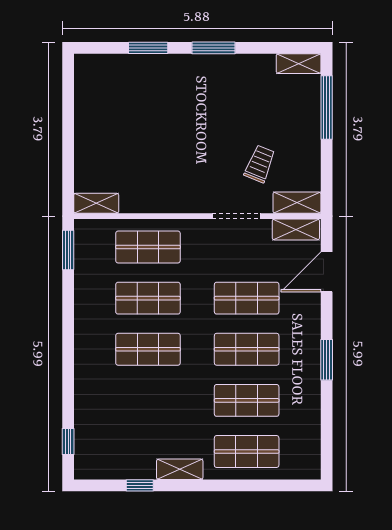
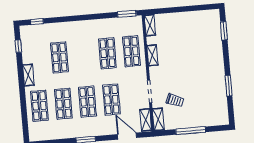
window: (148, 48) -> (224, 31), moved
window: (213, 48) -> (229, 86), moved
shelving: (299, 64) -> (152, 55), moved
window: (327, 107) -> (191, 131), moved
shop shelf: (148, 349) -> (59, 57), moved
window: (140, 485) -> (18, 46), moved

